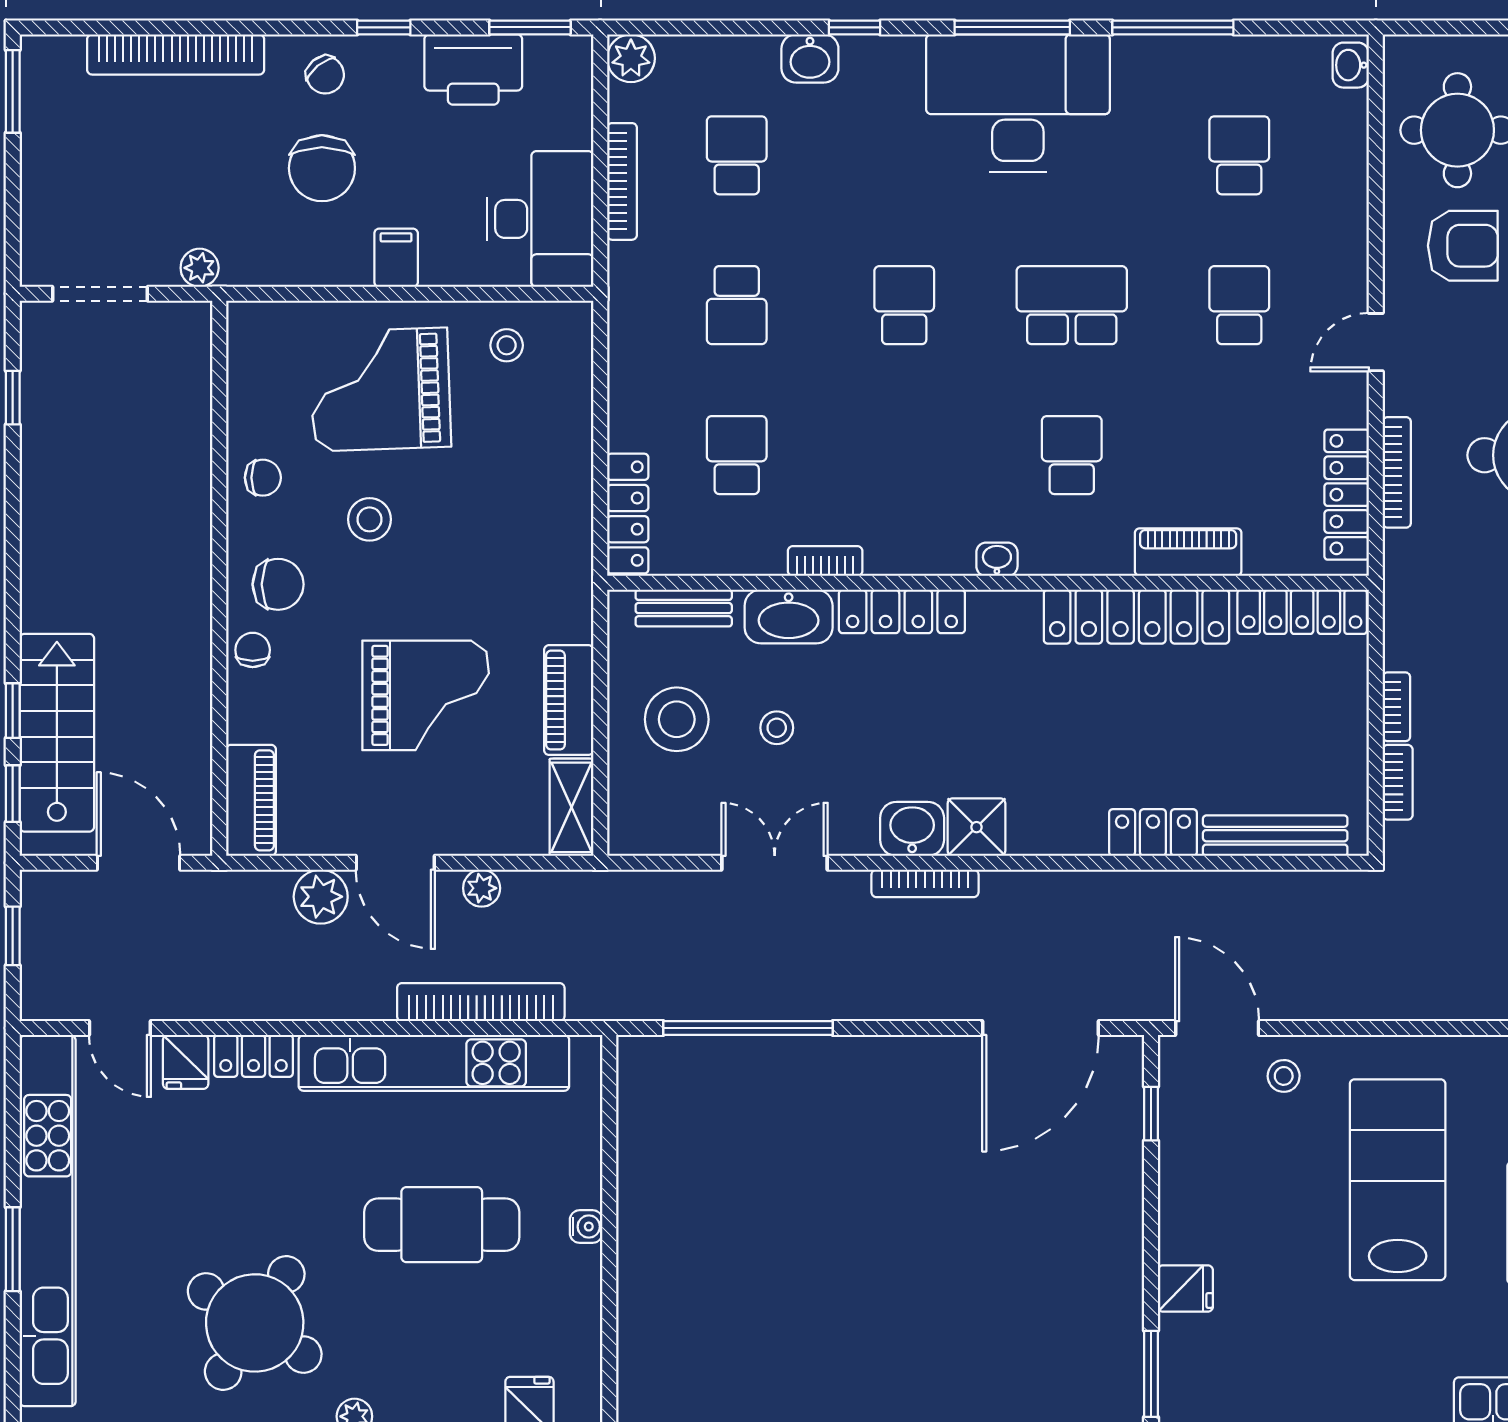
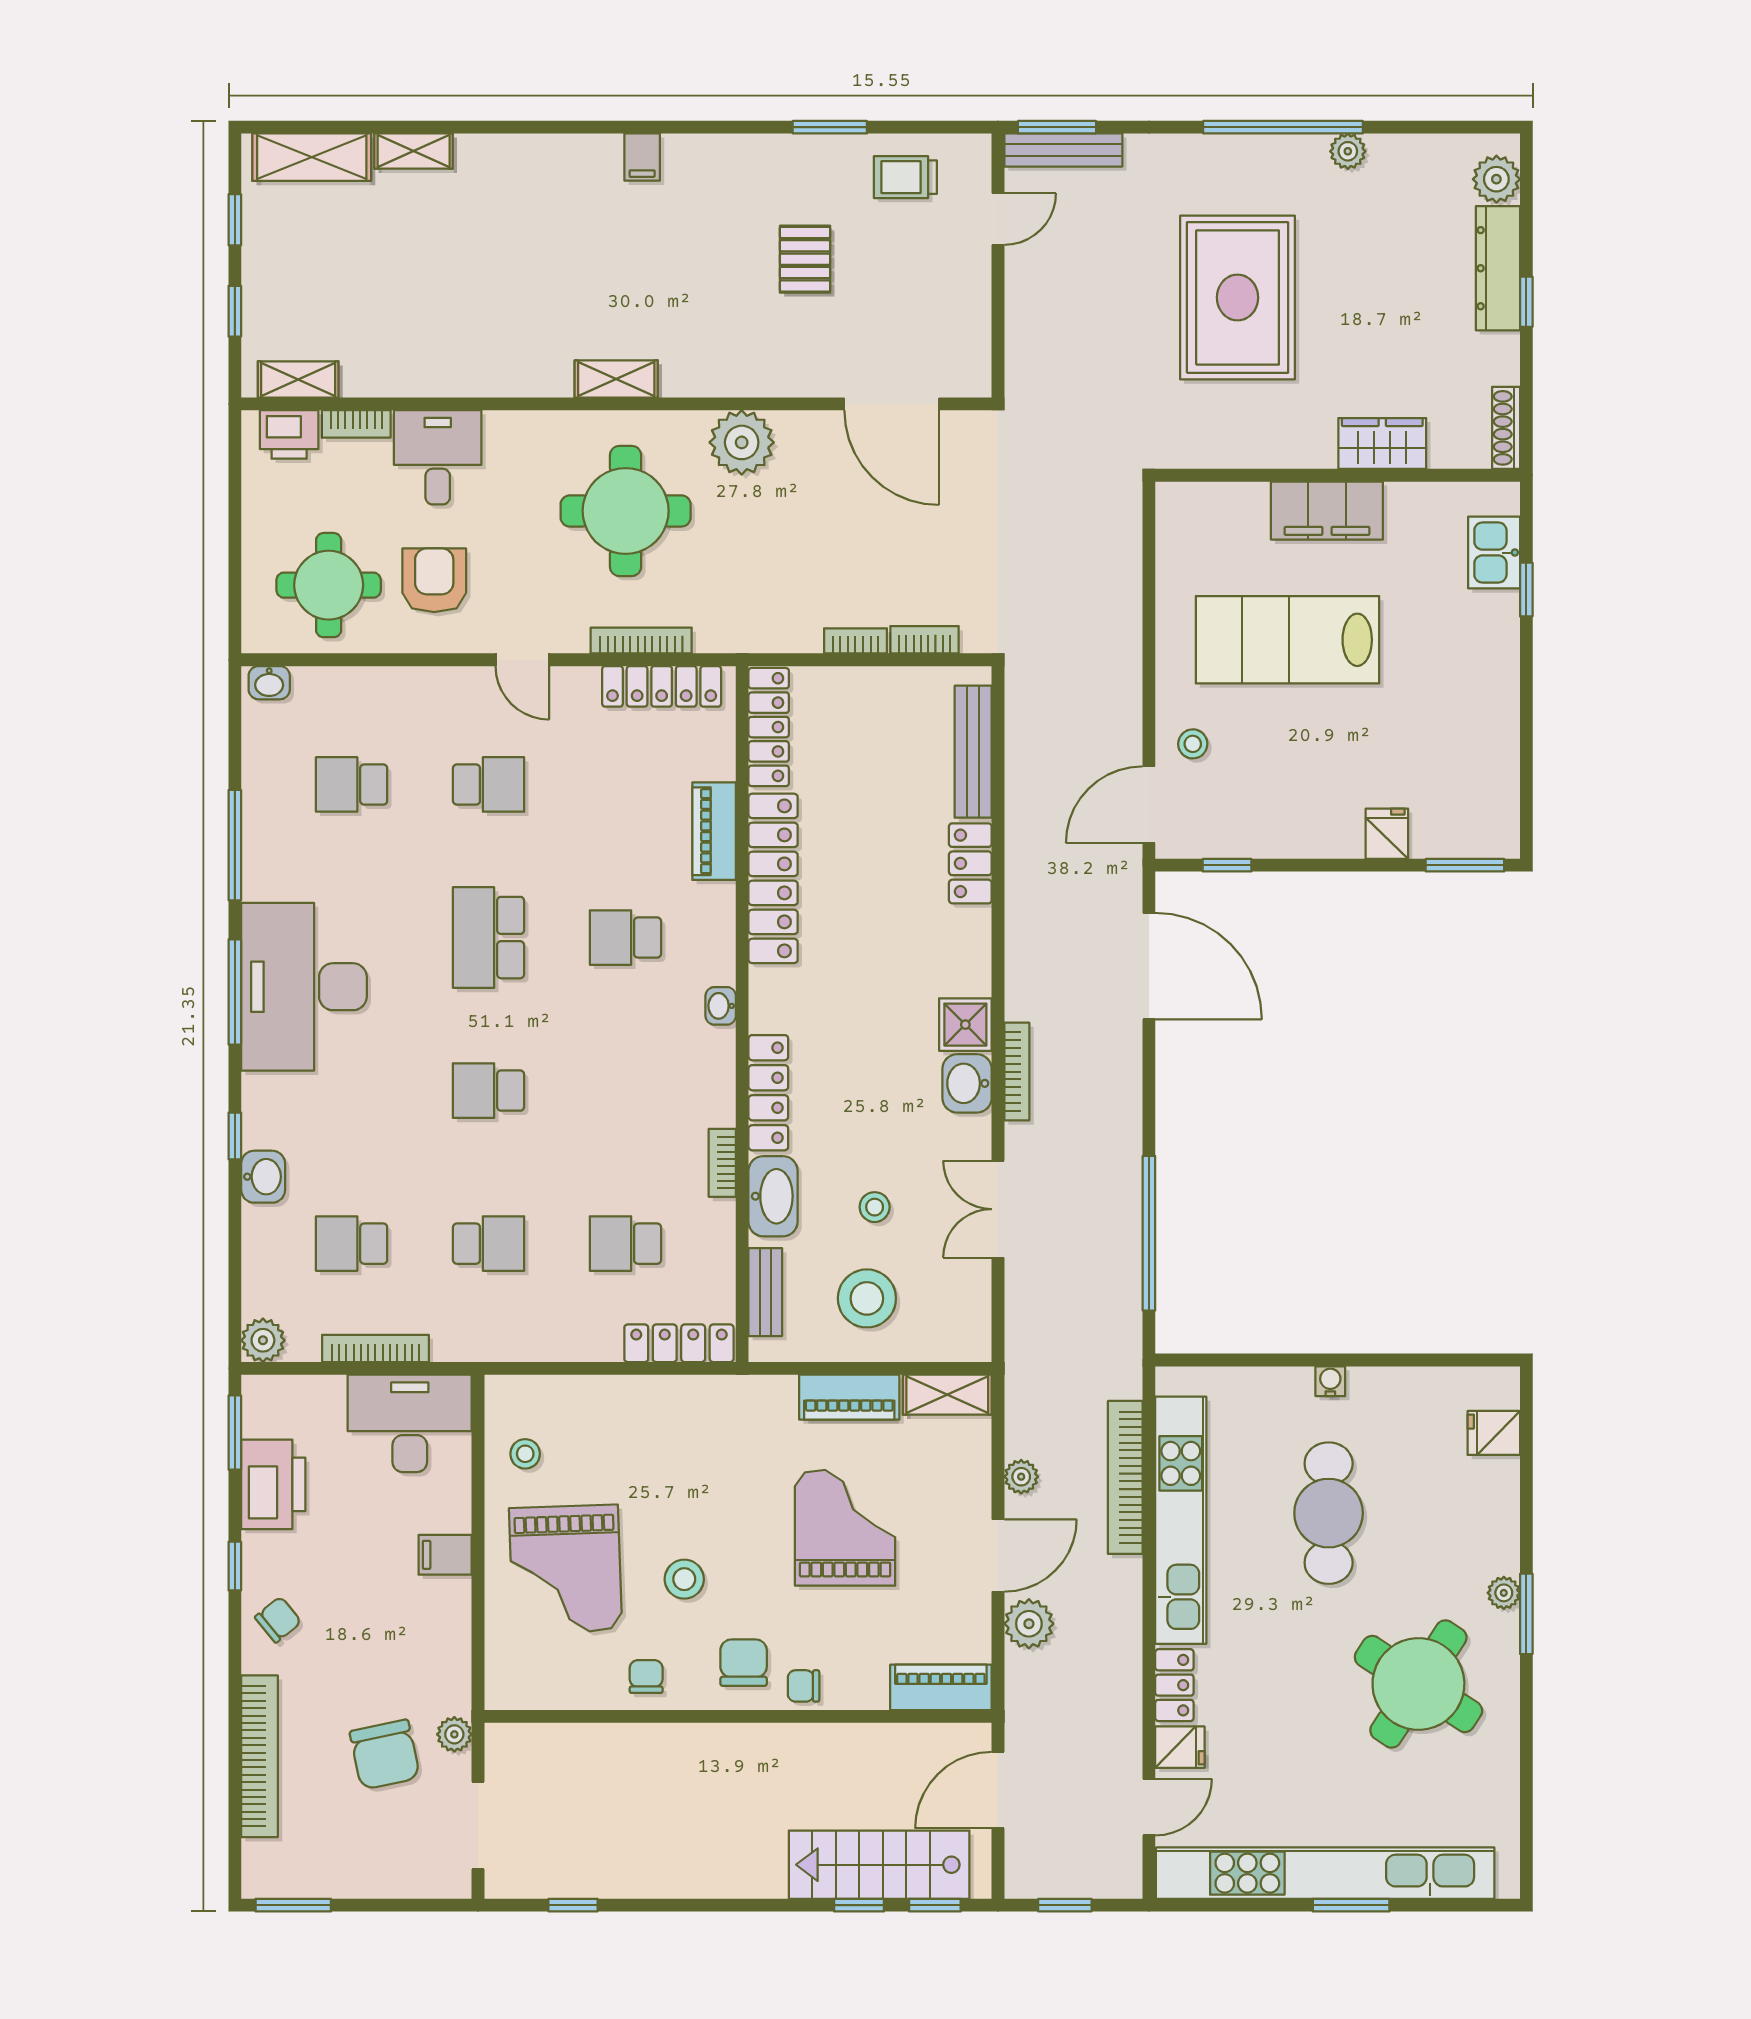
chair: (322, 168) -> (385, 1755), moved, turned 78
school desk: (1239, 305) -> (489, 784), turned 180

